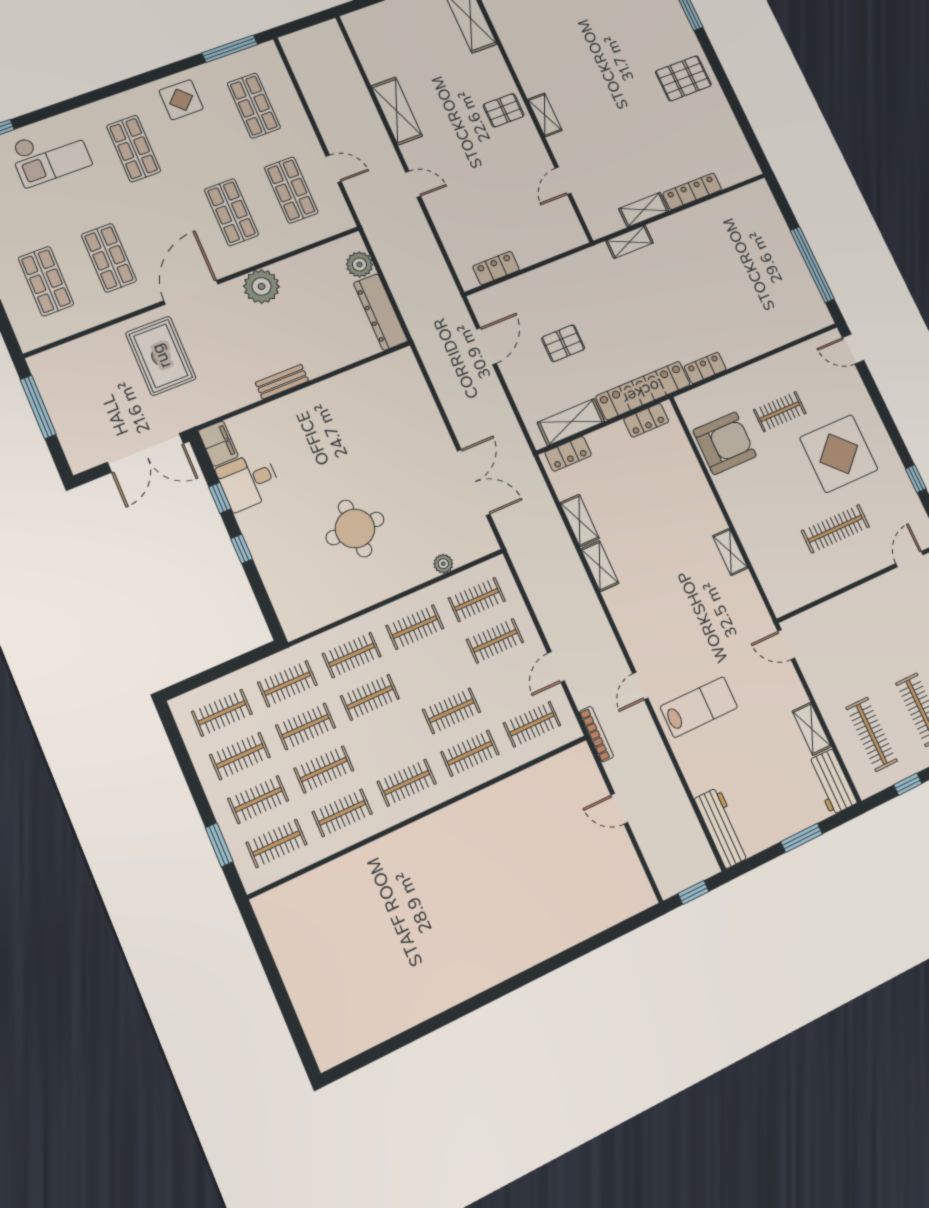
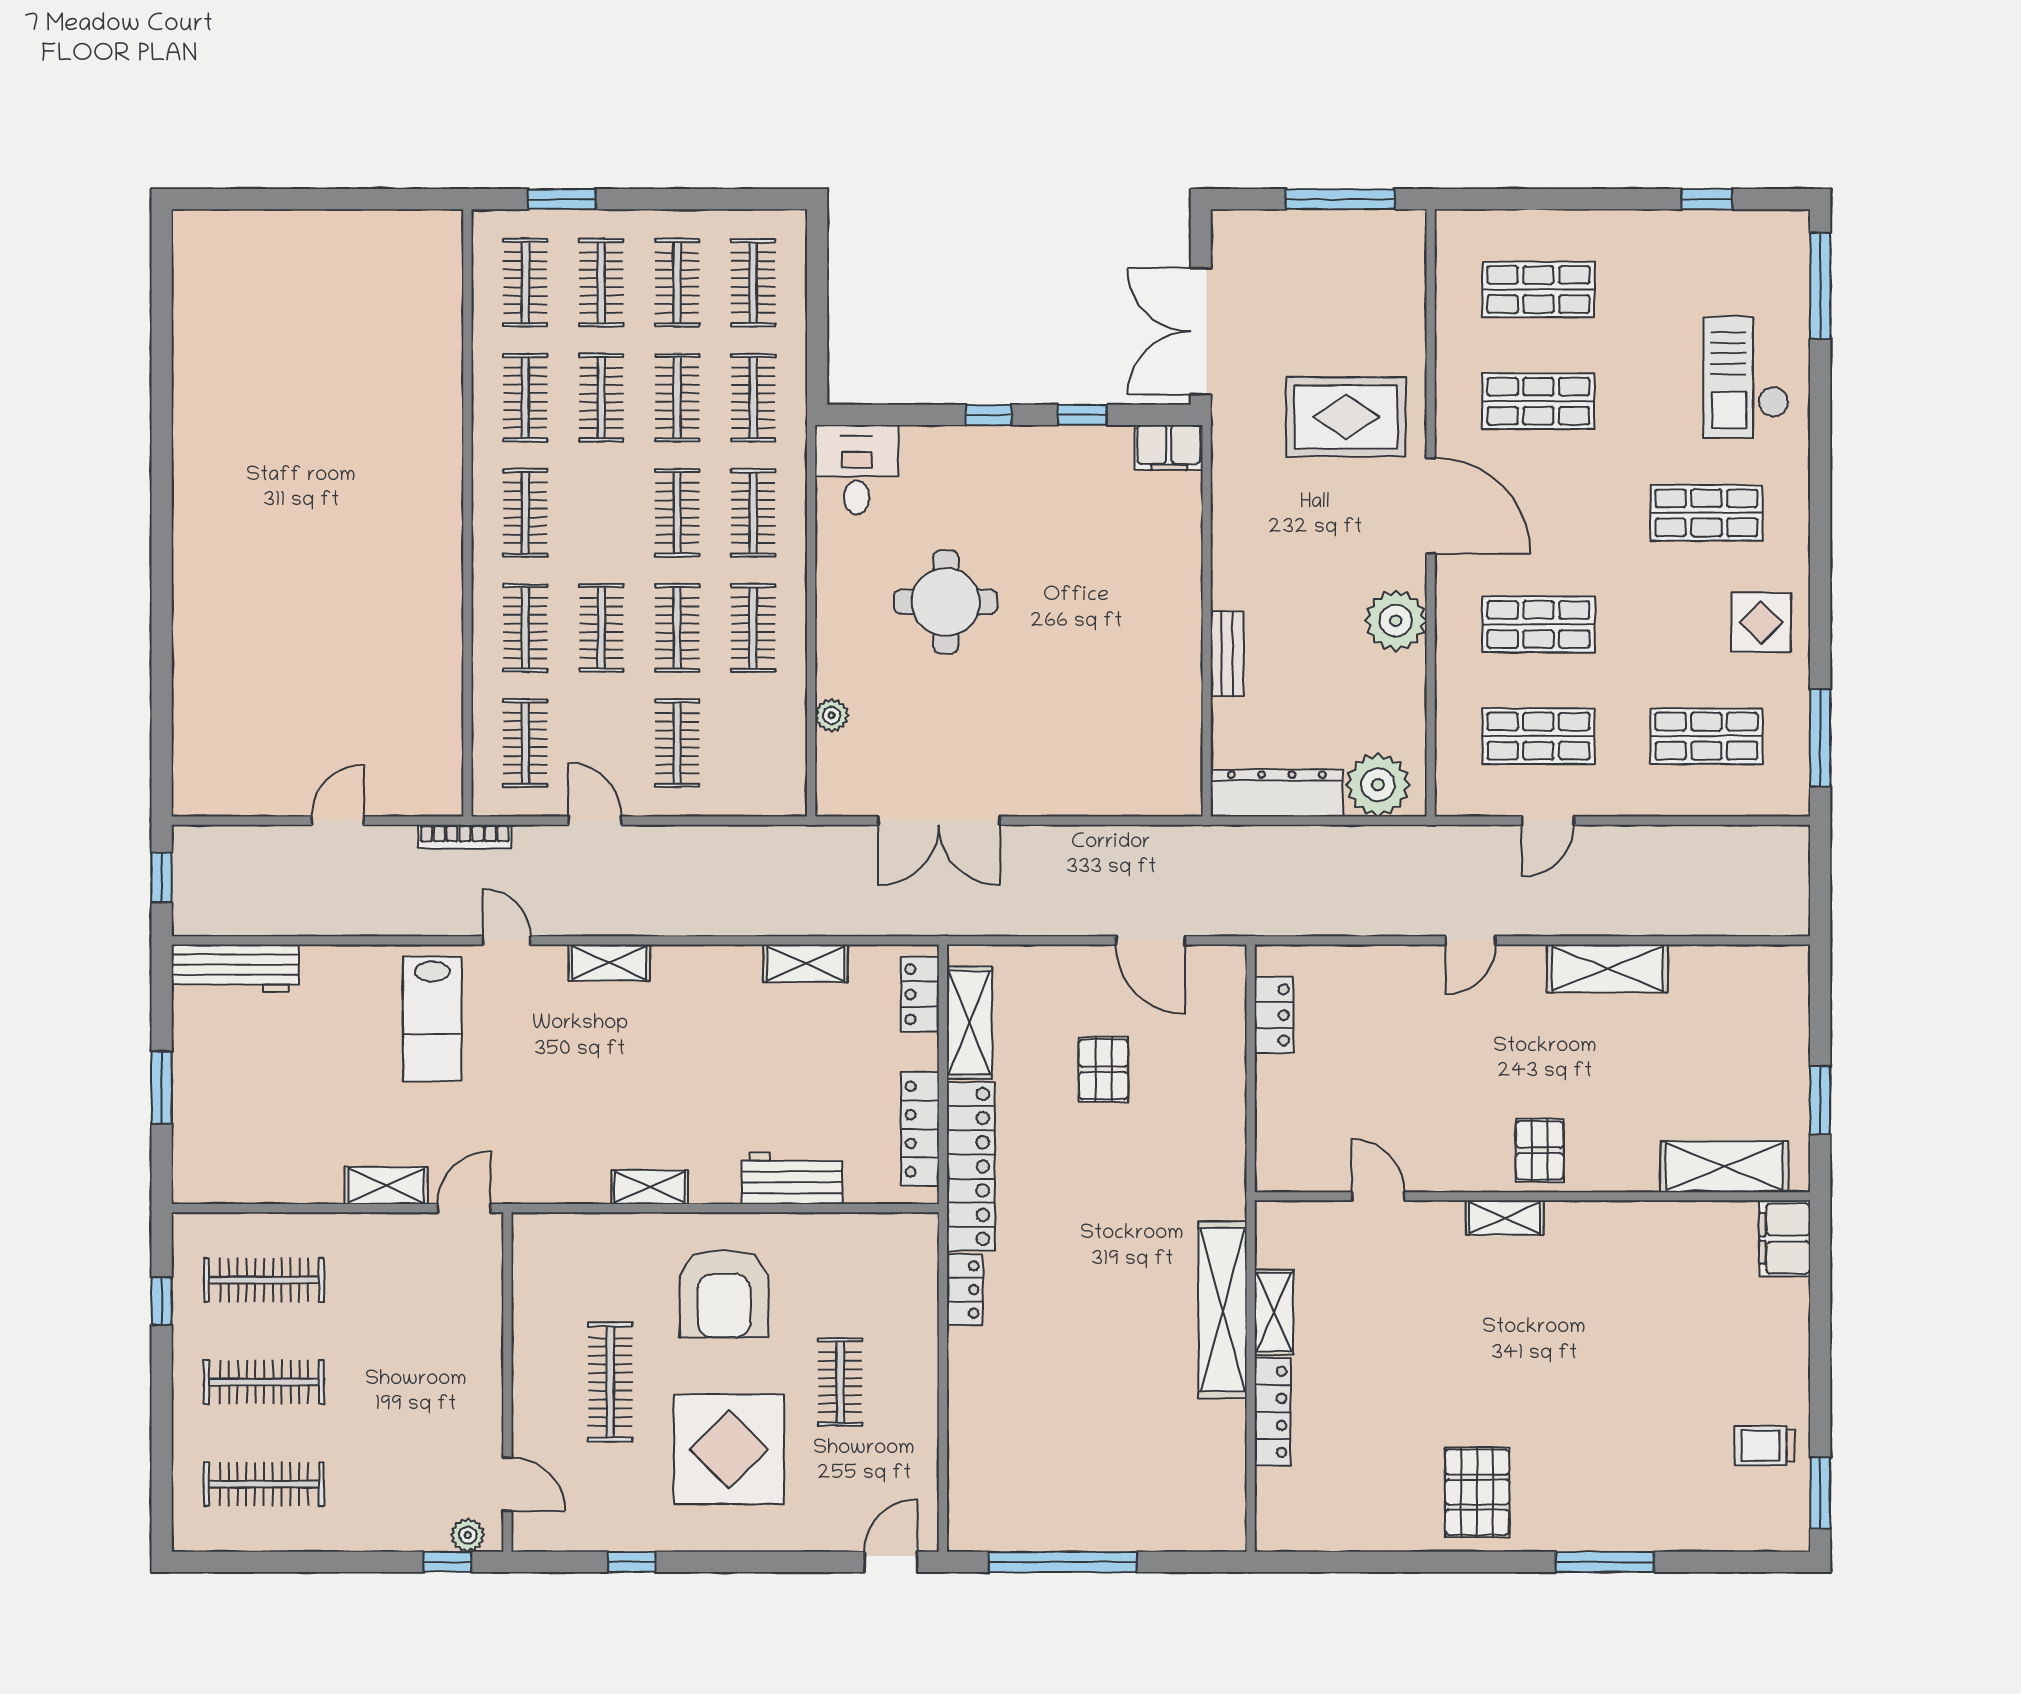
shelving: (630, 242) -> (1223, 1310), width x2.20, depth x1.33
plant: (359, 264) -> (1378, 785), width x1.36, depth x1.36
bench: (282, 382) -> (1227, 654), moved
locker: (646, 420) -> (920, 1129), width x1.53
armchair: (725, 443) -> (724, 1293), moved
desk: (249, 481) -> (857, 470), moved
shelving: (600, 566) -> (609, 963), moved
clothes rail: (477, 600) -> (677, 628), moved
shelving: (812, 729) -> (386, 1186), moved
workbench: (832, 782) -> (792, 1178), moved

